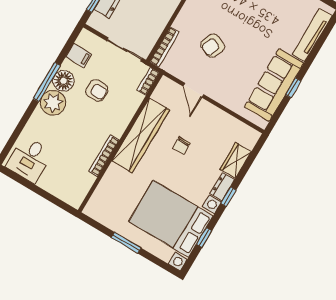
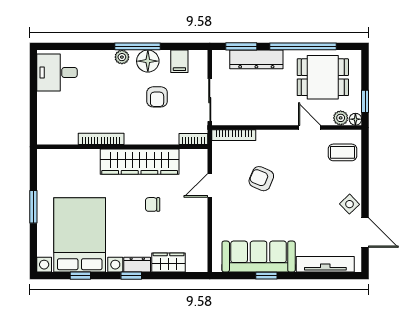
plant: (53, 103) -> (122, 57), width x0.53, depth x0.53

